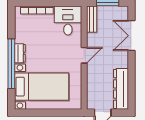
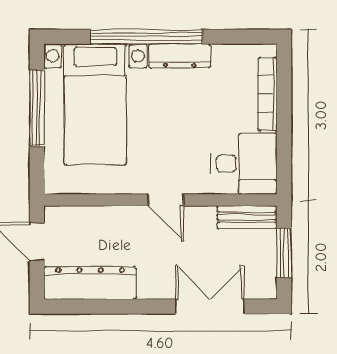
dresser: (20, 53) -> (180, 56), width x1.44
window: (43, 113) -> (37, 108), added

